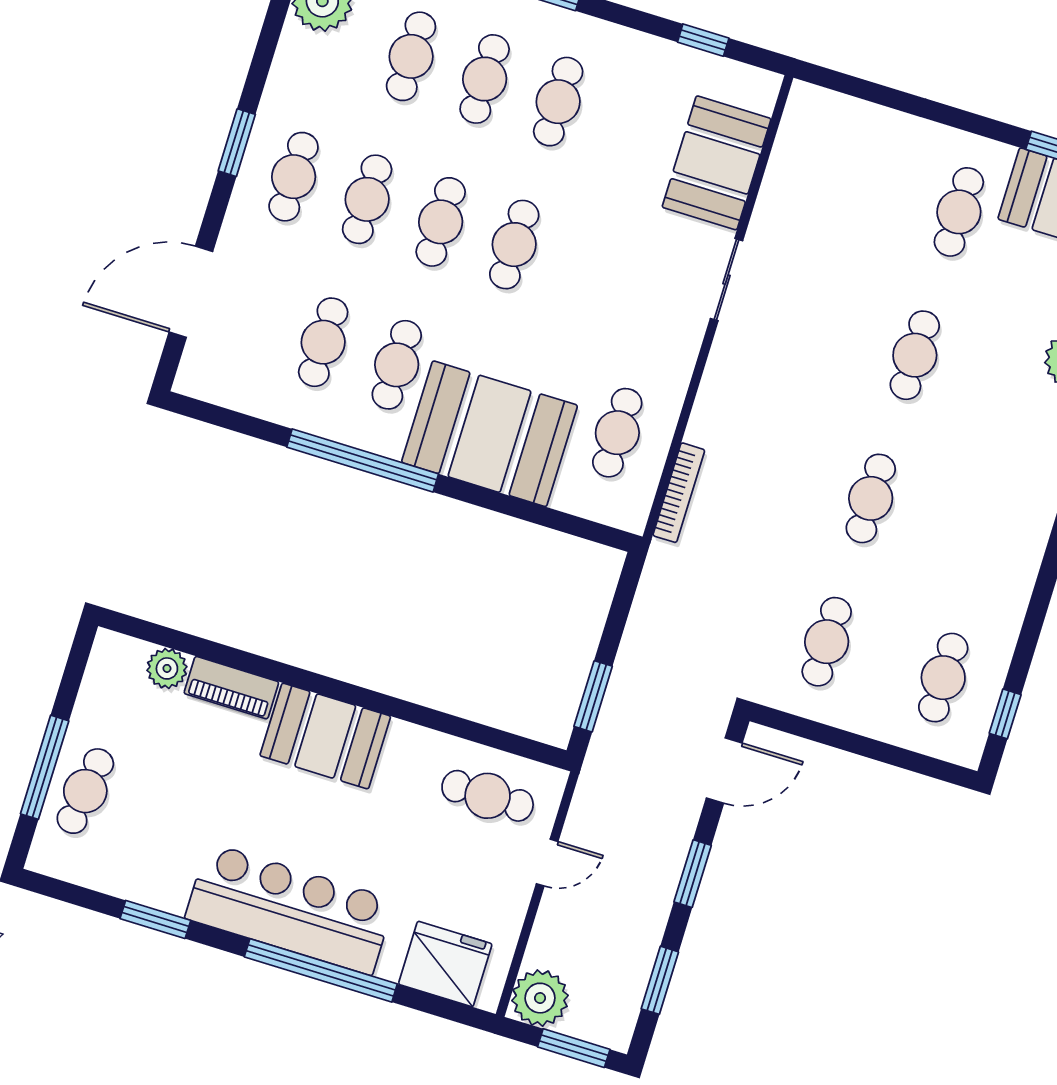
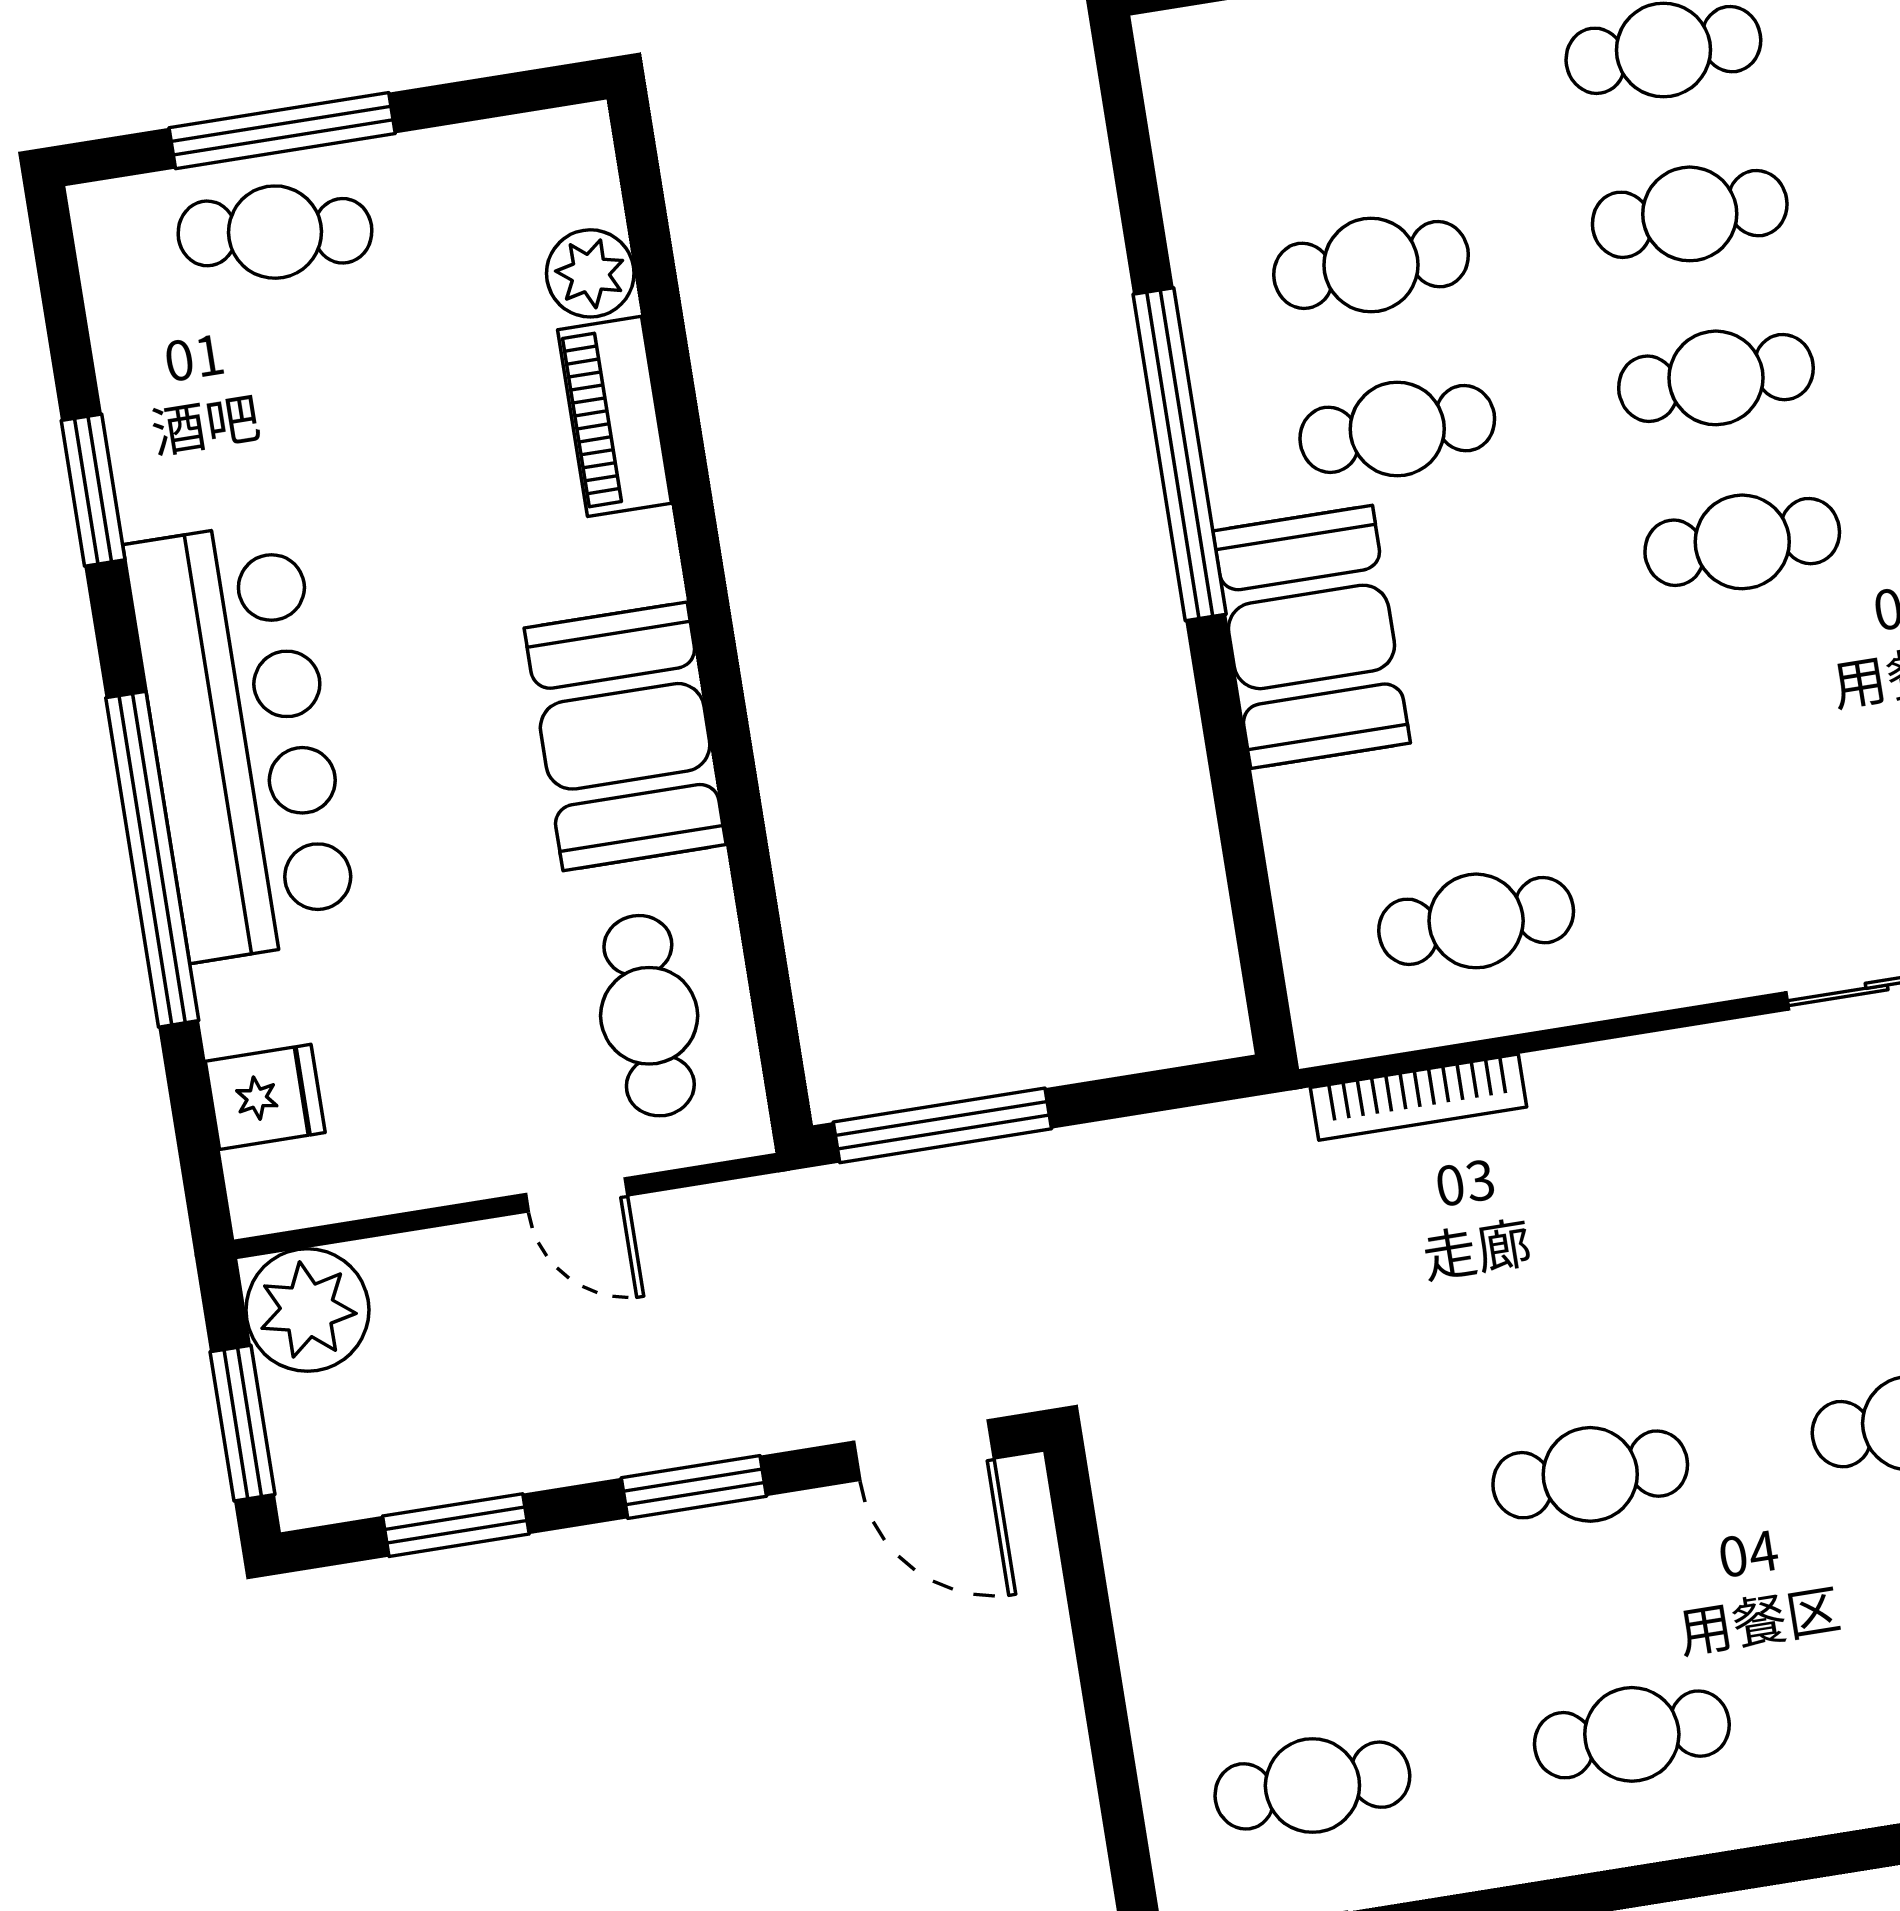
booth: (490, 434) -> (1312, 637), width x0.73, depth x0.70
cafe table: (827, 642) -> (1632, 1734), moved
window: (593, 696) -> (942, 1125), width x1.44
booth: (325, 736) -> (625, 736), moved
fridge: (445, 964) -> (265, 1097), width x0.53, depth x0.75

